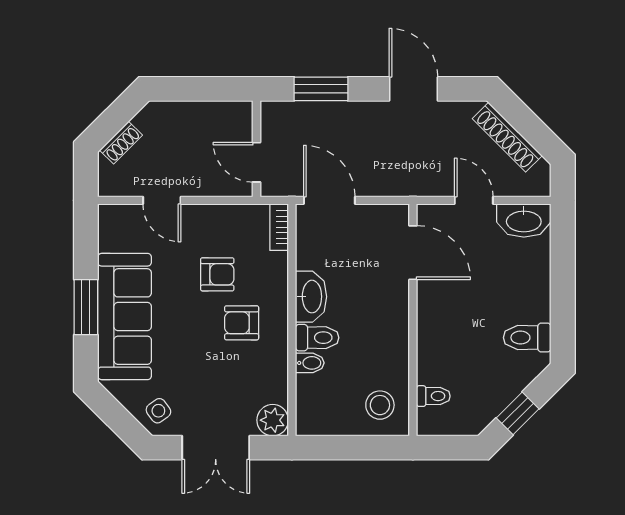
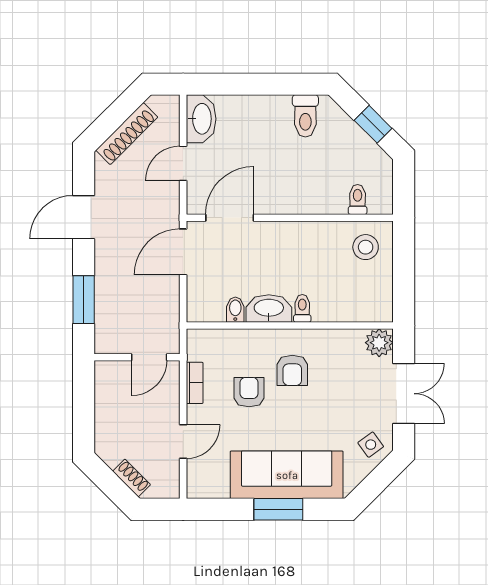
door: (329, 200) -> (183, 252), moved
bookcase: (279, 227) -> (195, 383), moved, turned -90
toilet: (317, 338) -> (302, 308), width x0.73, depth x0.72
bidet: (310, 363) -> (235, 310), moved

